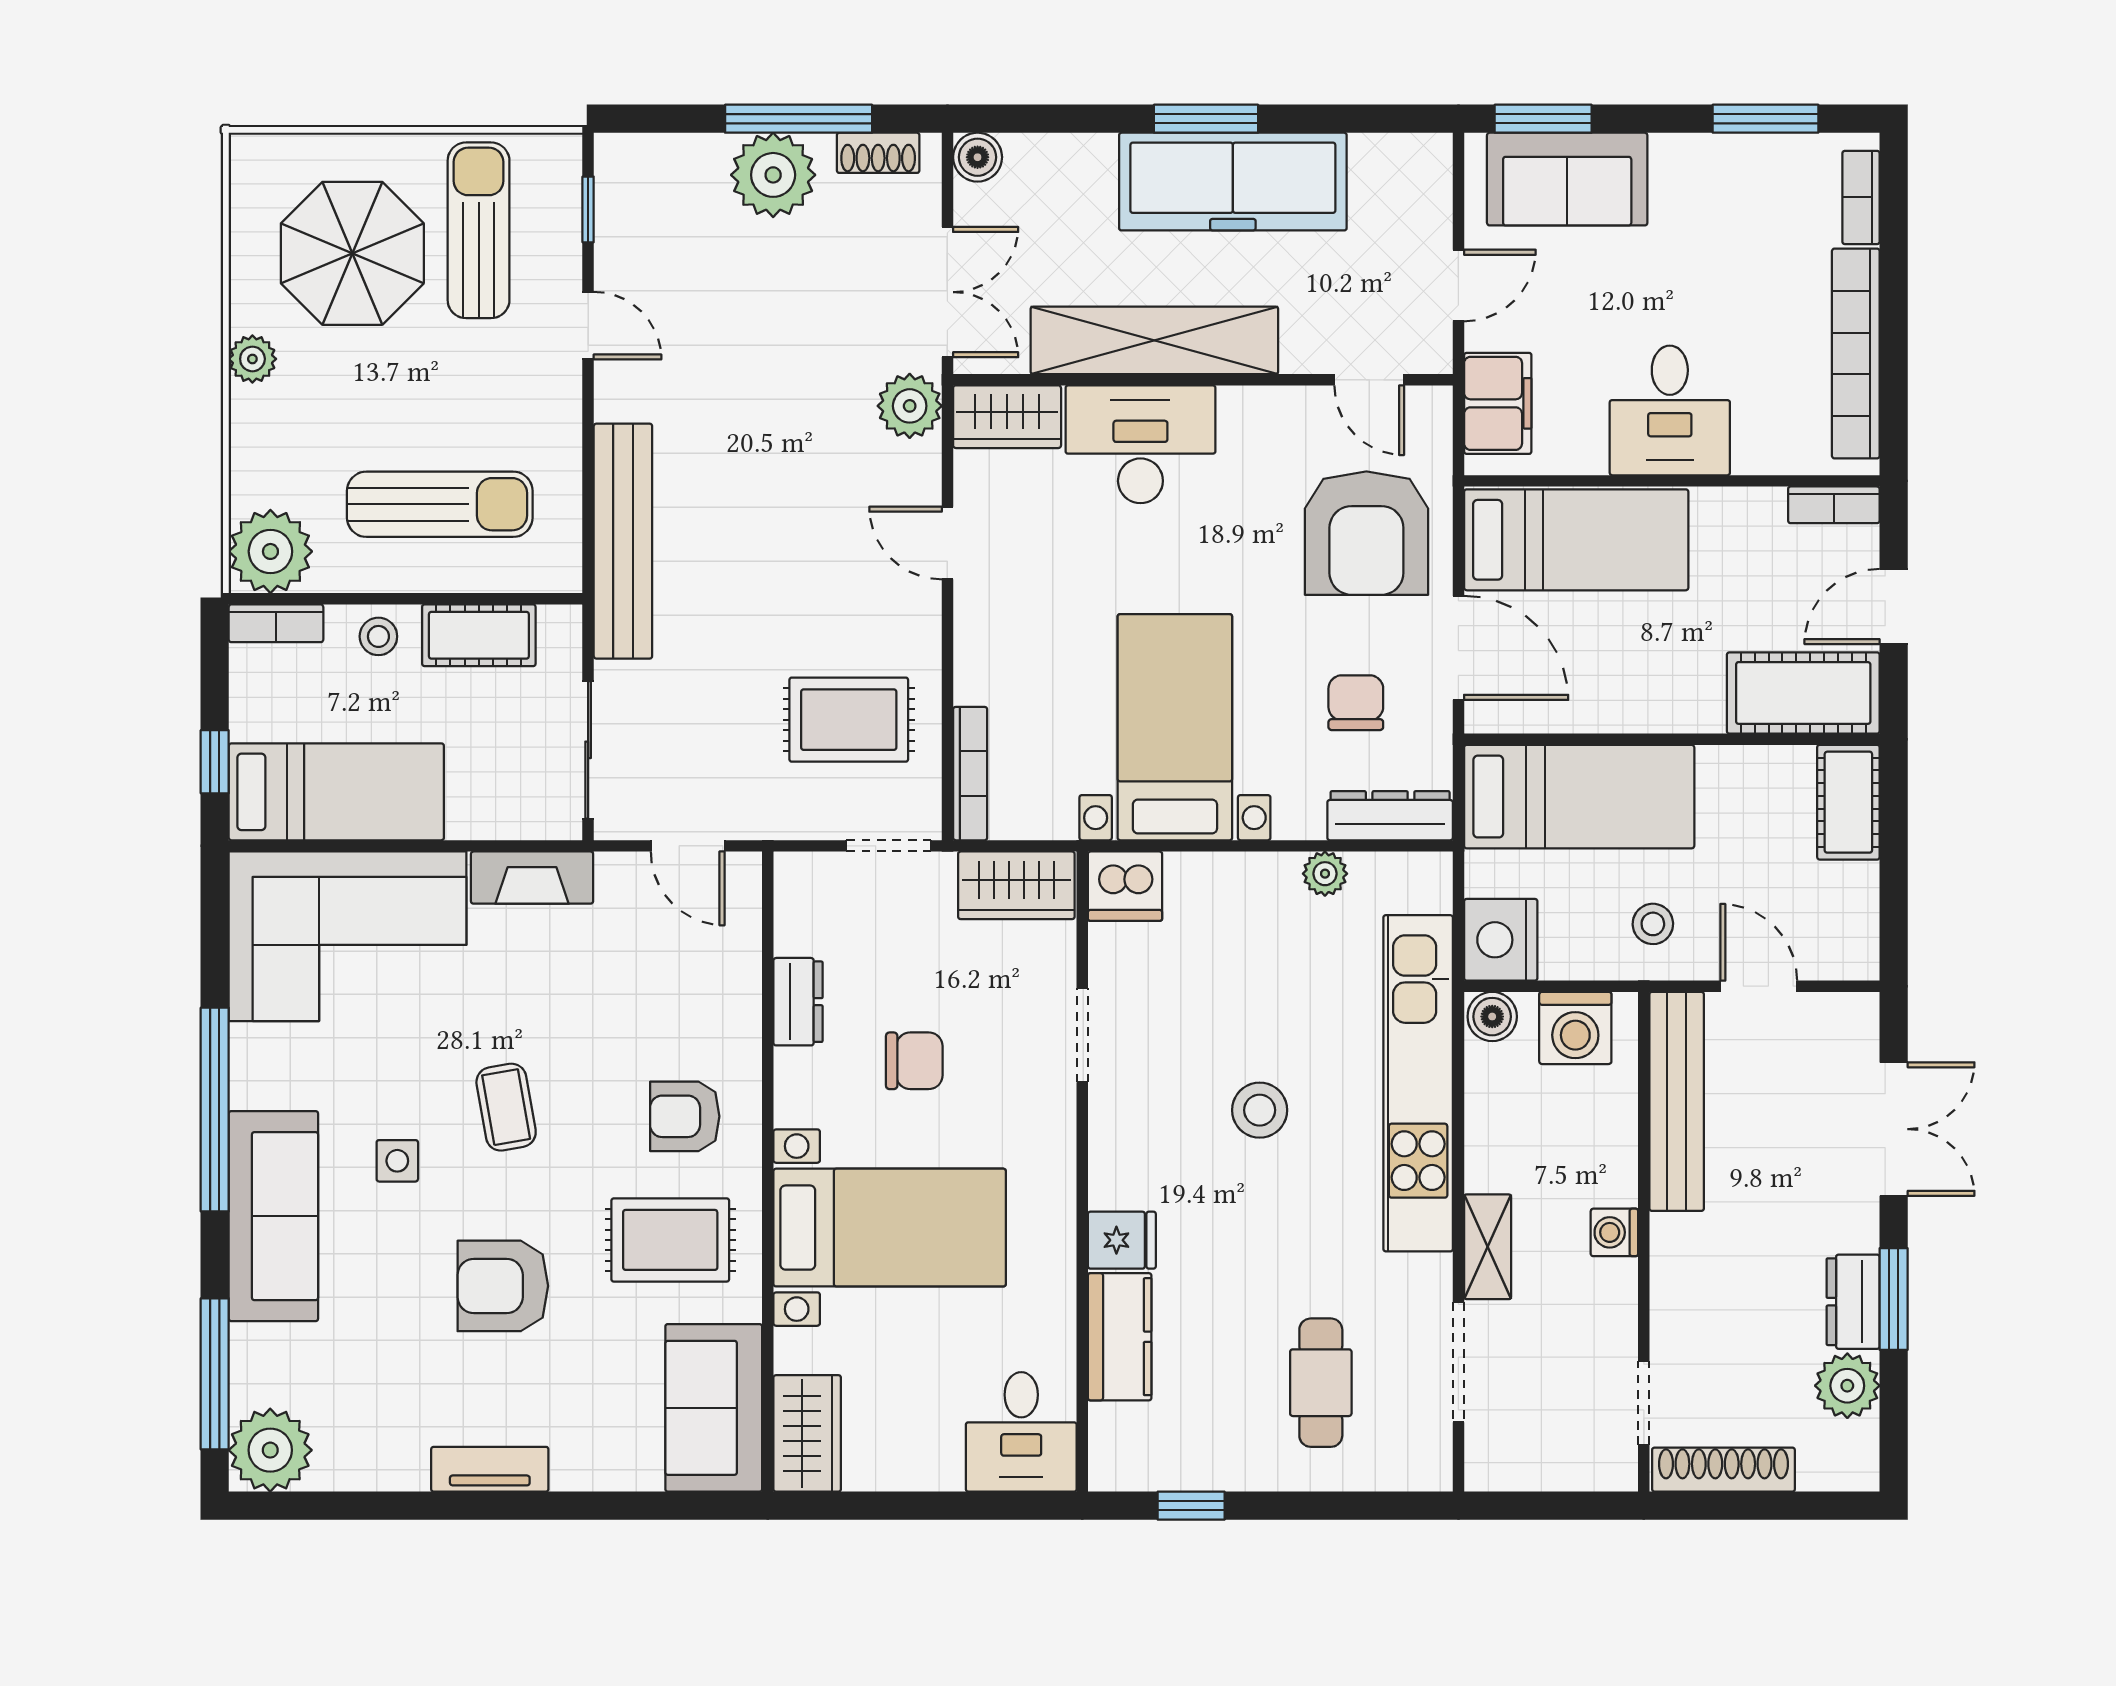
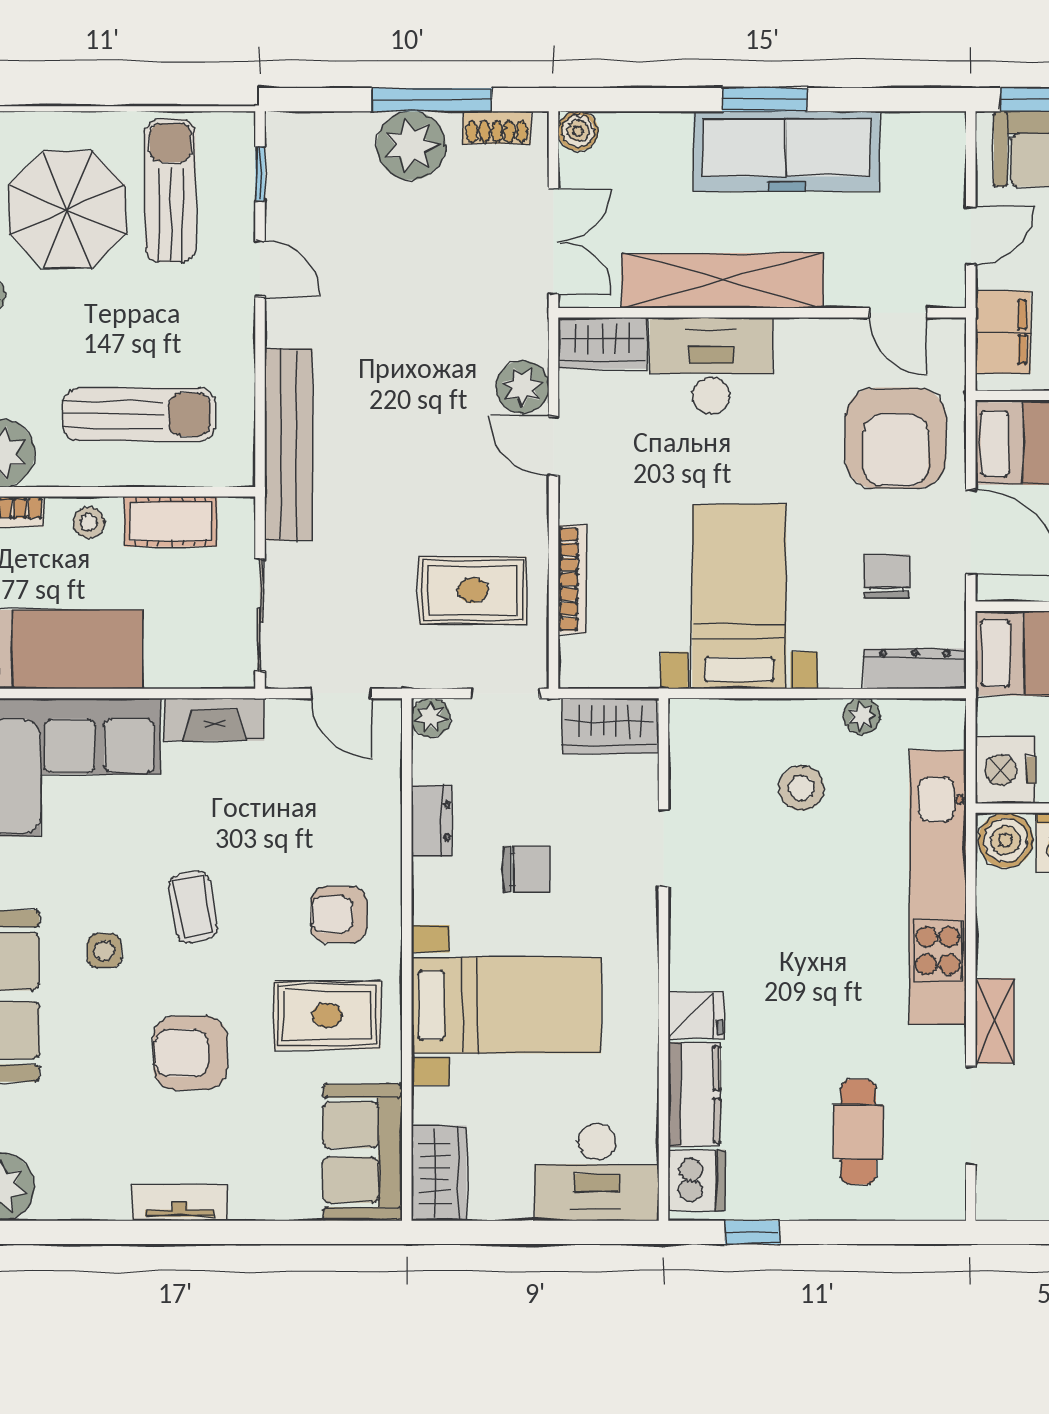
plant: (910, 406) -> (523, 387), moved
bookcase: (970, 774) -> (572, 579), moved
plant: (797, 875) -> (431, 718), added
dishwasher: (1125, 886) -> (697, 1180), moved, turned -90
boiler: (1492, 1017) -> (1006, 840), width x1.36, depth x1.36
stool: (1260, 1110) -> (801, 788), moved
desk: (1021, 1432) -> (597, 1172), width x1.37

